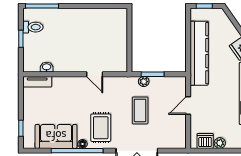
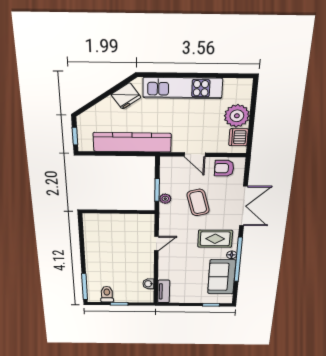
coffee table: (140, 110) -> (198, 203), turned 75
armchair: (175, 131) -> (224, 168), added
plant: (220, 143) -> (237, 116), width x1.88, depth x1.88

